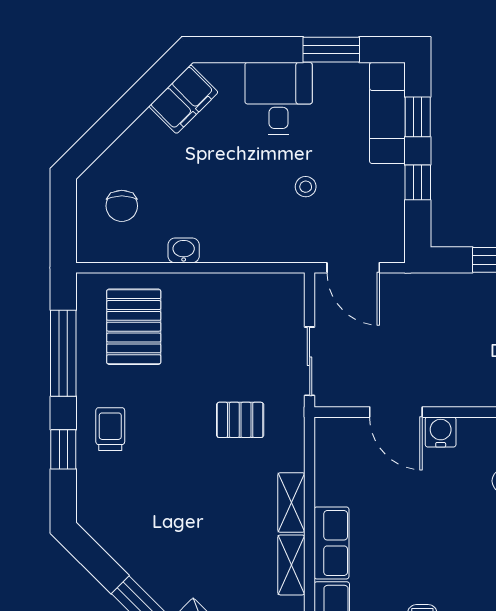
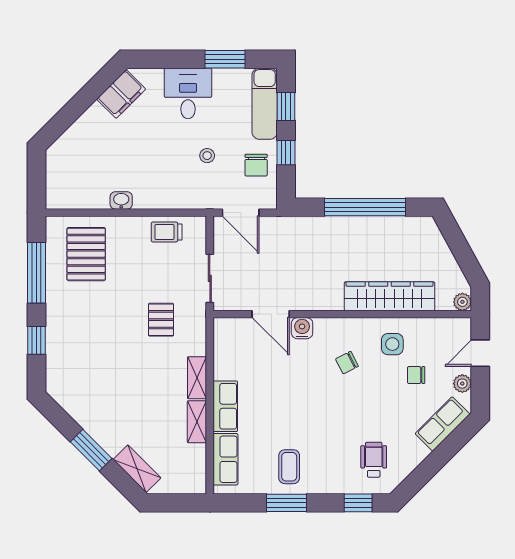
chair: (122, 206) -> (256, 165), moved
pallet: (240, 420) -> (161, 320), turned 90
trolley: (110, 429) -> (167, 232), moved, turned -90

